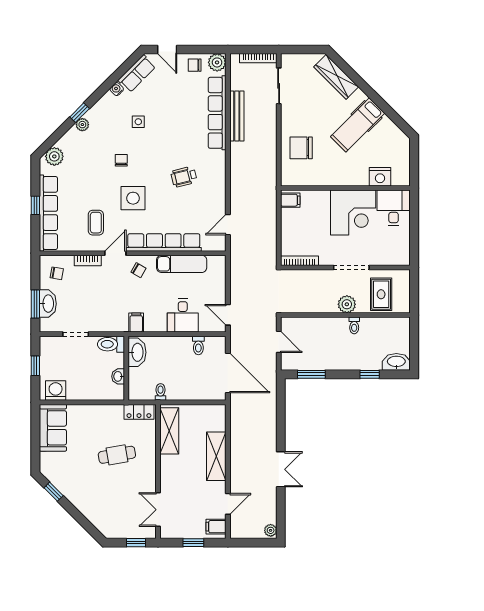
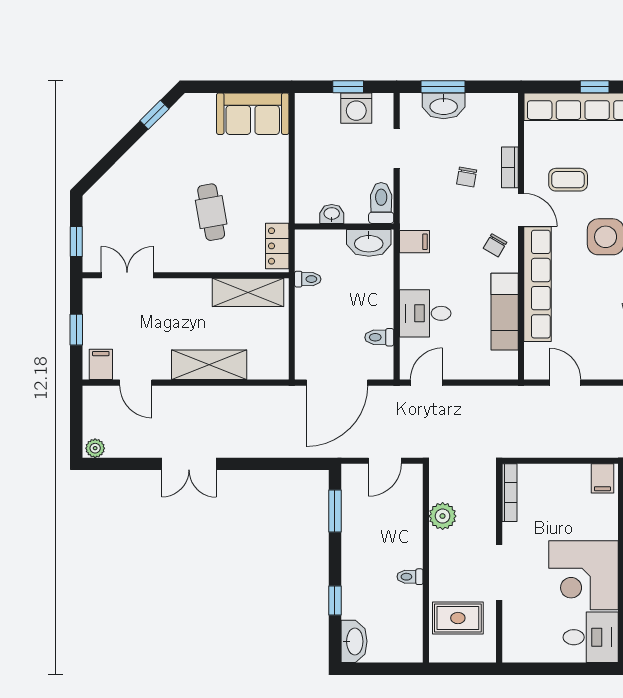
chair: (57, 273) -> (467, 177), moved
plant: (347, 304) -> (443, 516), moved
washing machine: (56, 391) -> (356, 108), moved, turned 90

